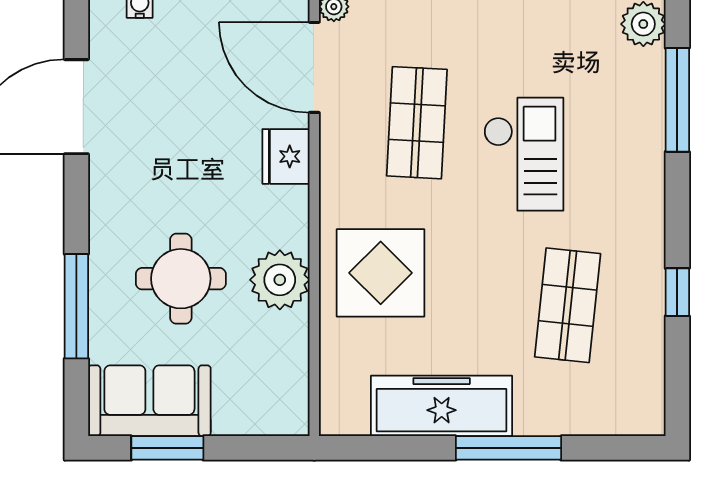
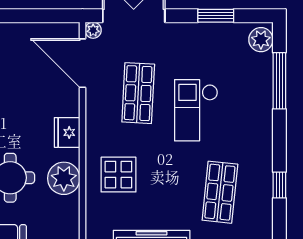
checkout: (524, 154) -> (196, 110), turned 180
fridge: (286, 156) -> (67, 132), moved
display table: (381, 273) -> (118, 175), width x0.73, depth x0.73

